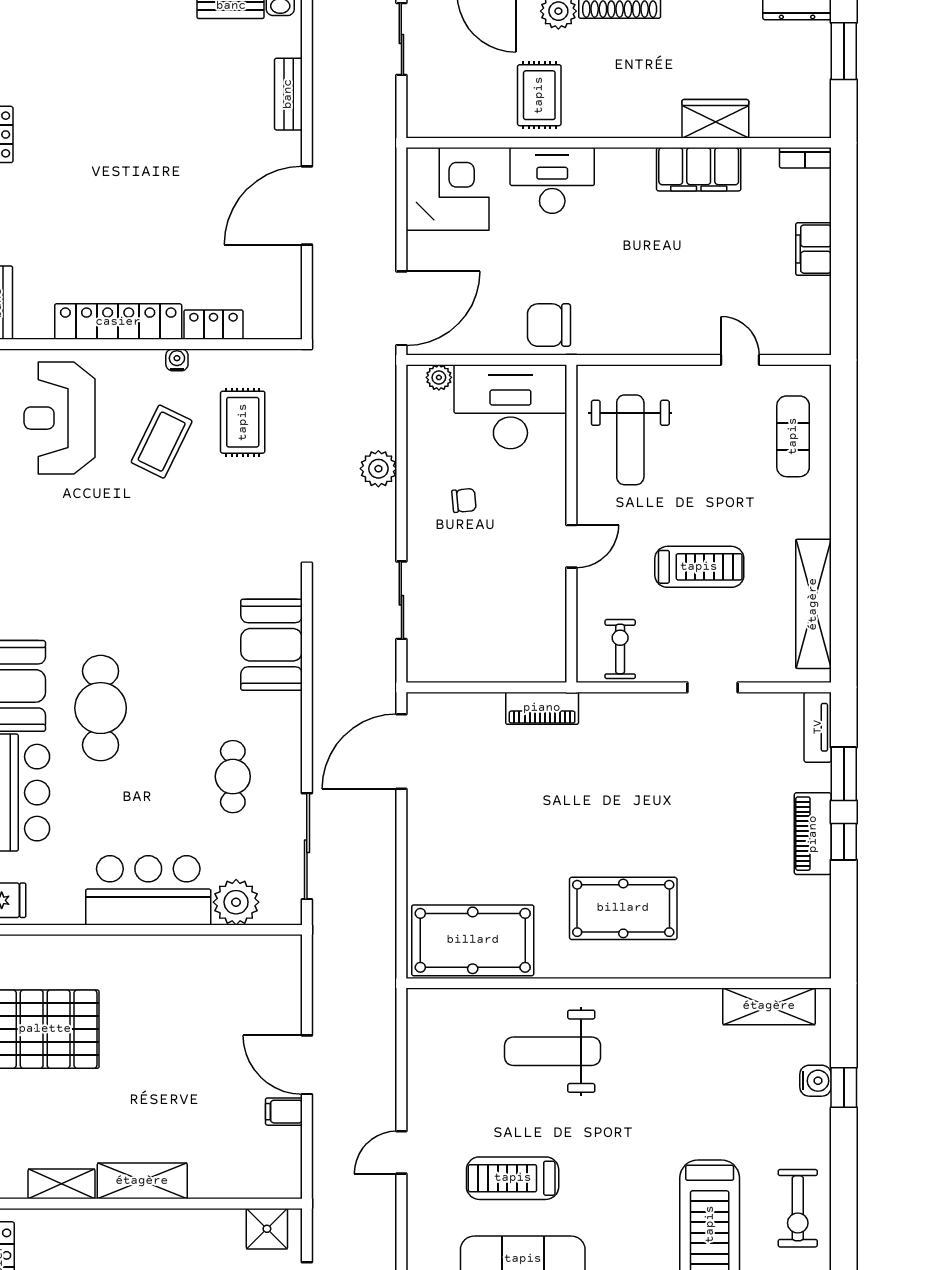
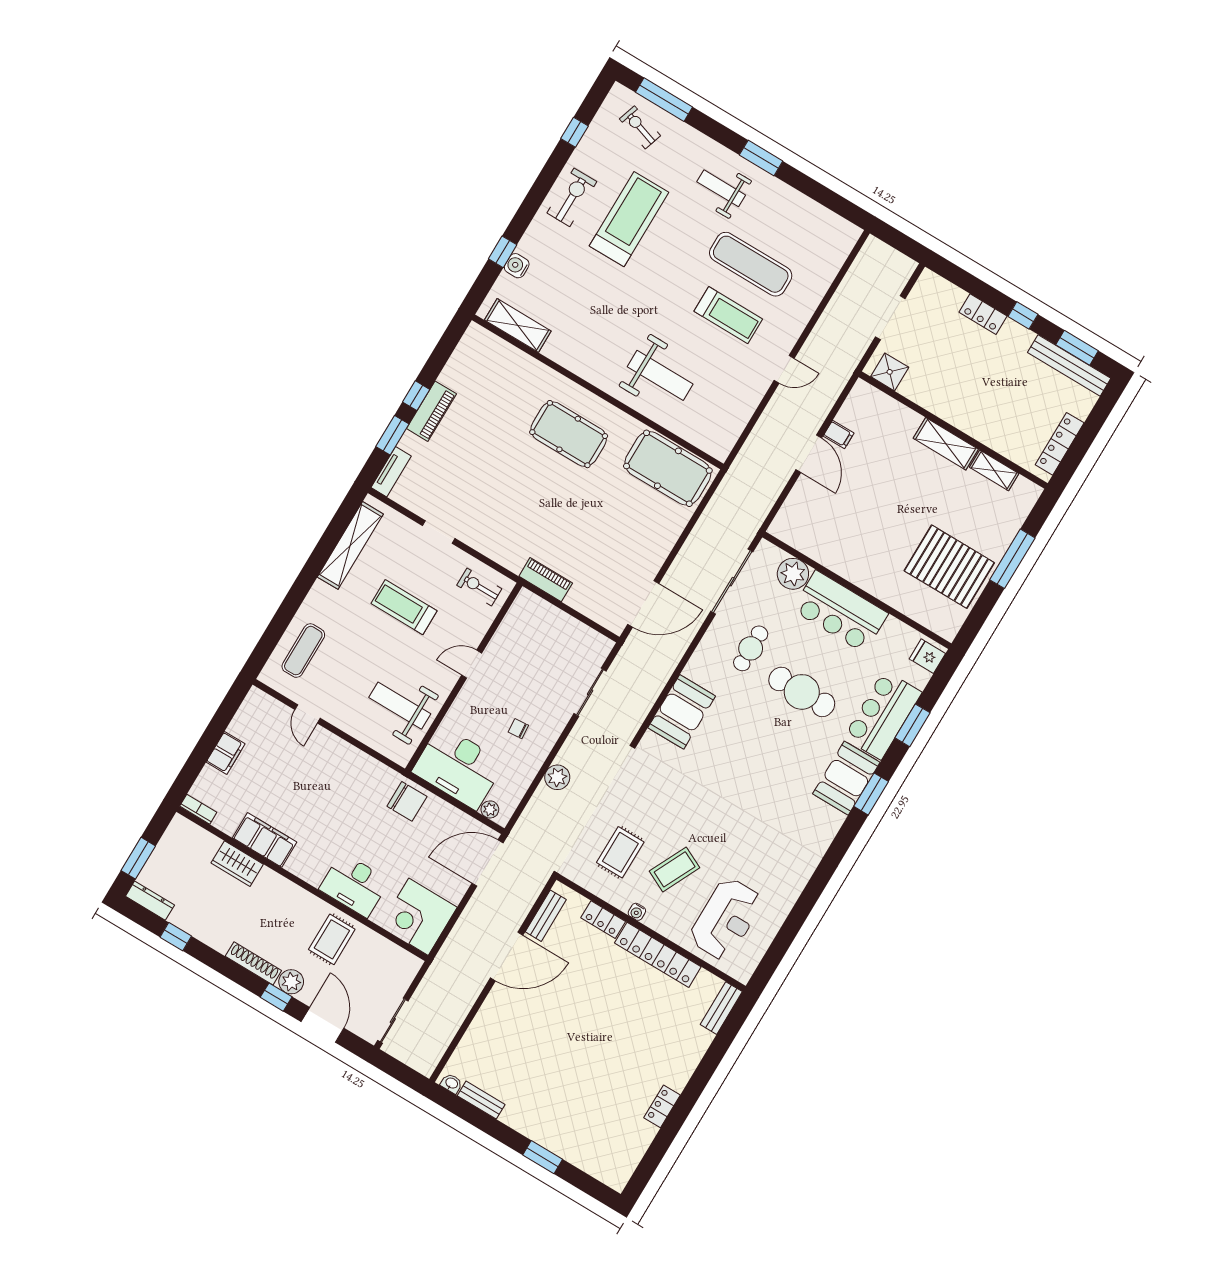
bench: (288, 94) -> (546, 916), moved
weight bench: (630, 440) -> (400, 706), turned -90
exercise bike: (620, 649) -> (479, 587), turned 90
cafe table: (101, 708) -> (802, 692), moved, turned 90

